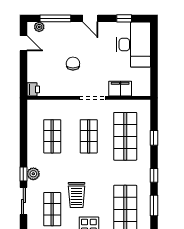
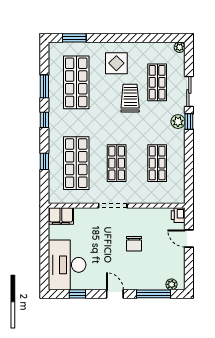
door: (23, 43) -> (189, 239), moved
filing cabinet: (120, 89) -> (61, 216), moved

